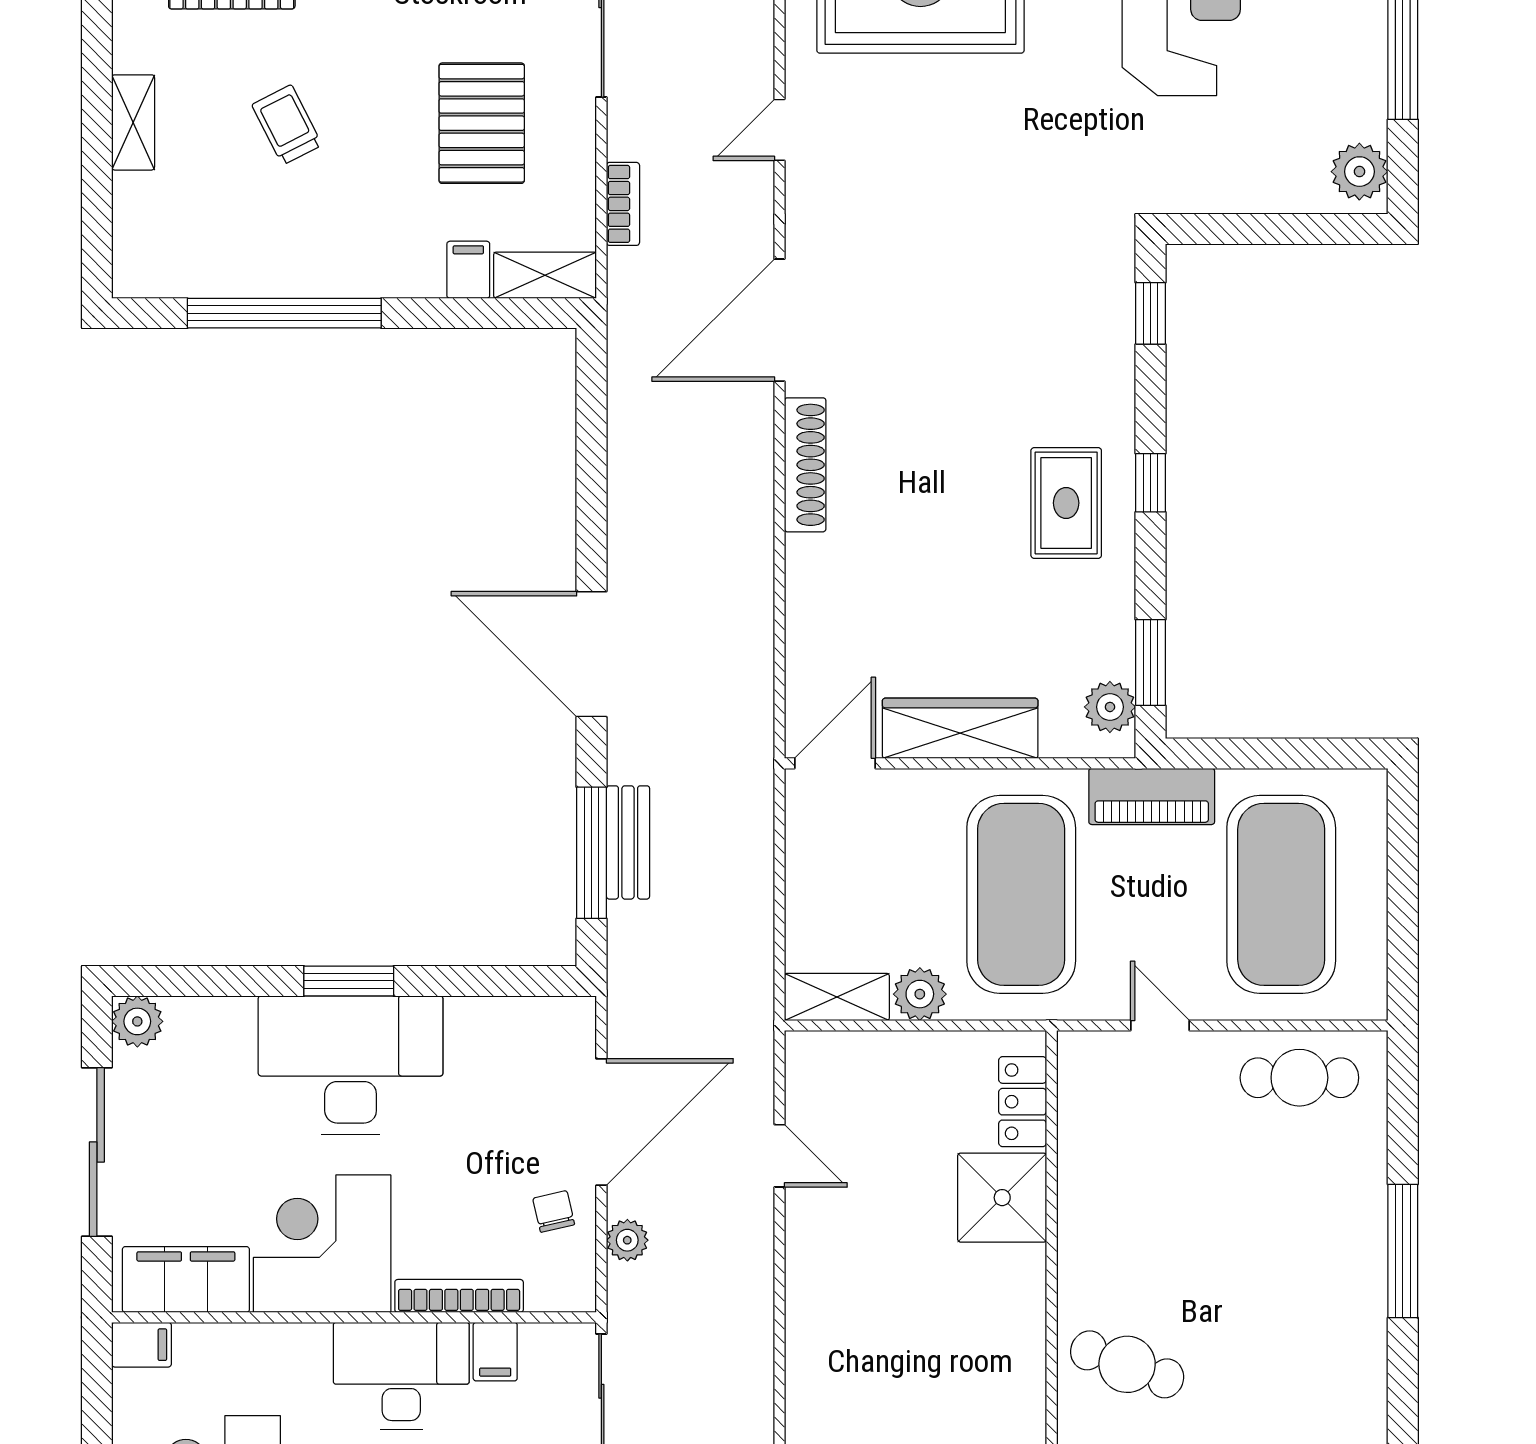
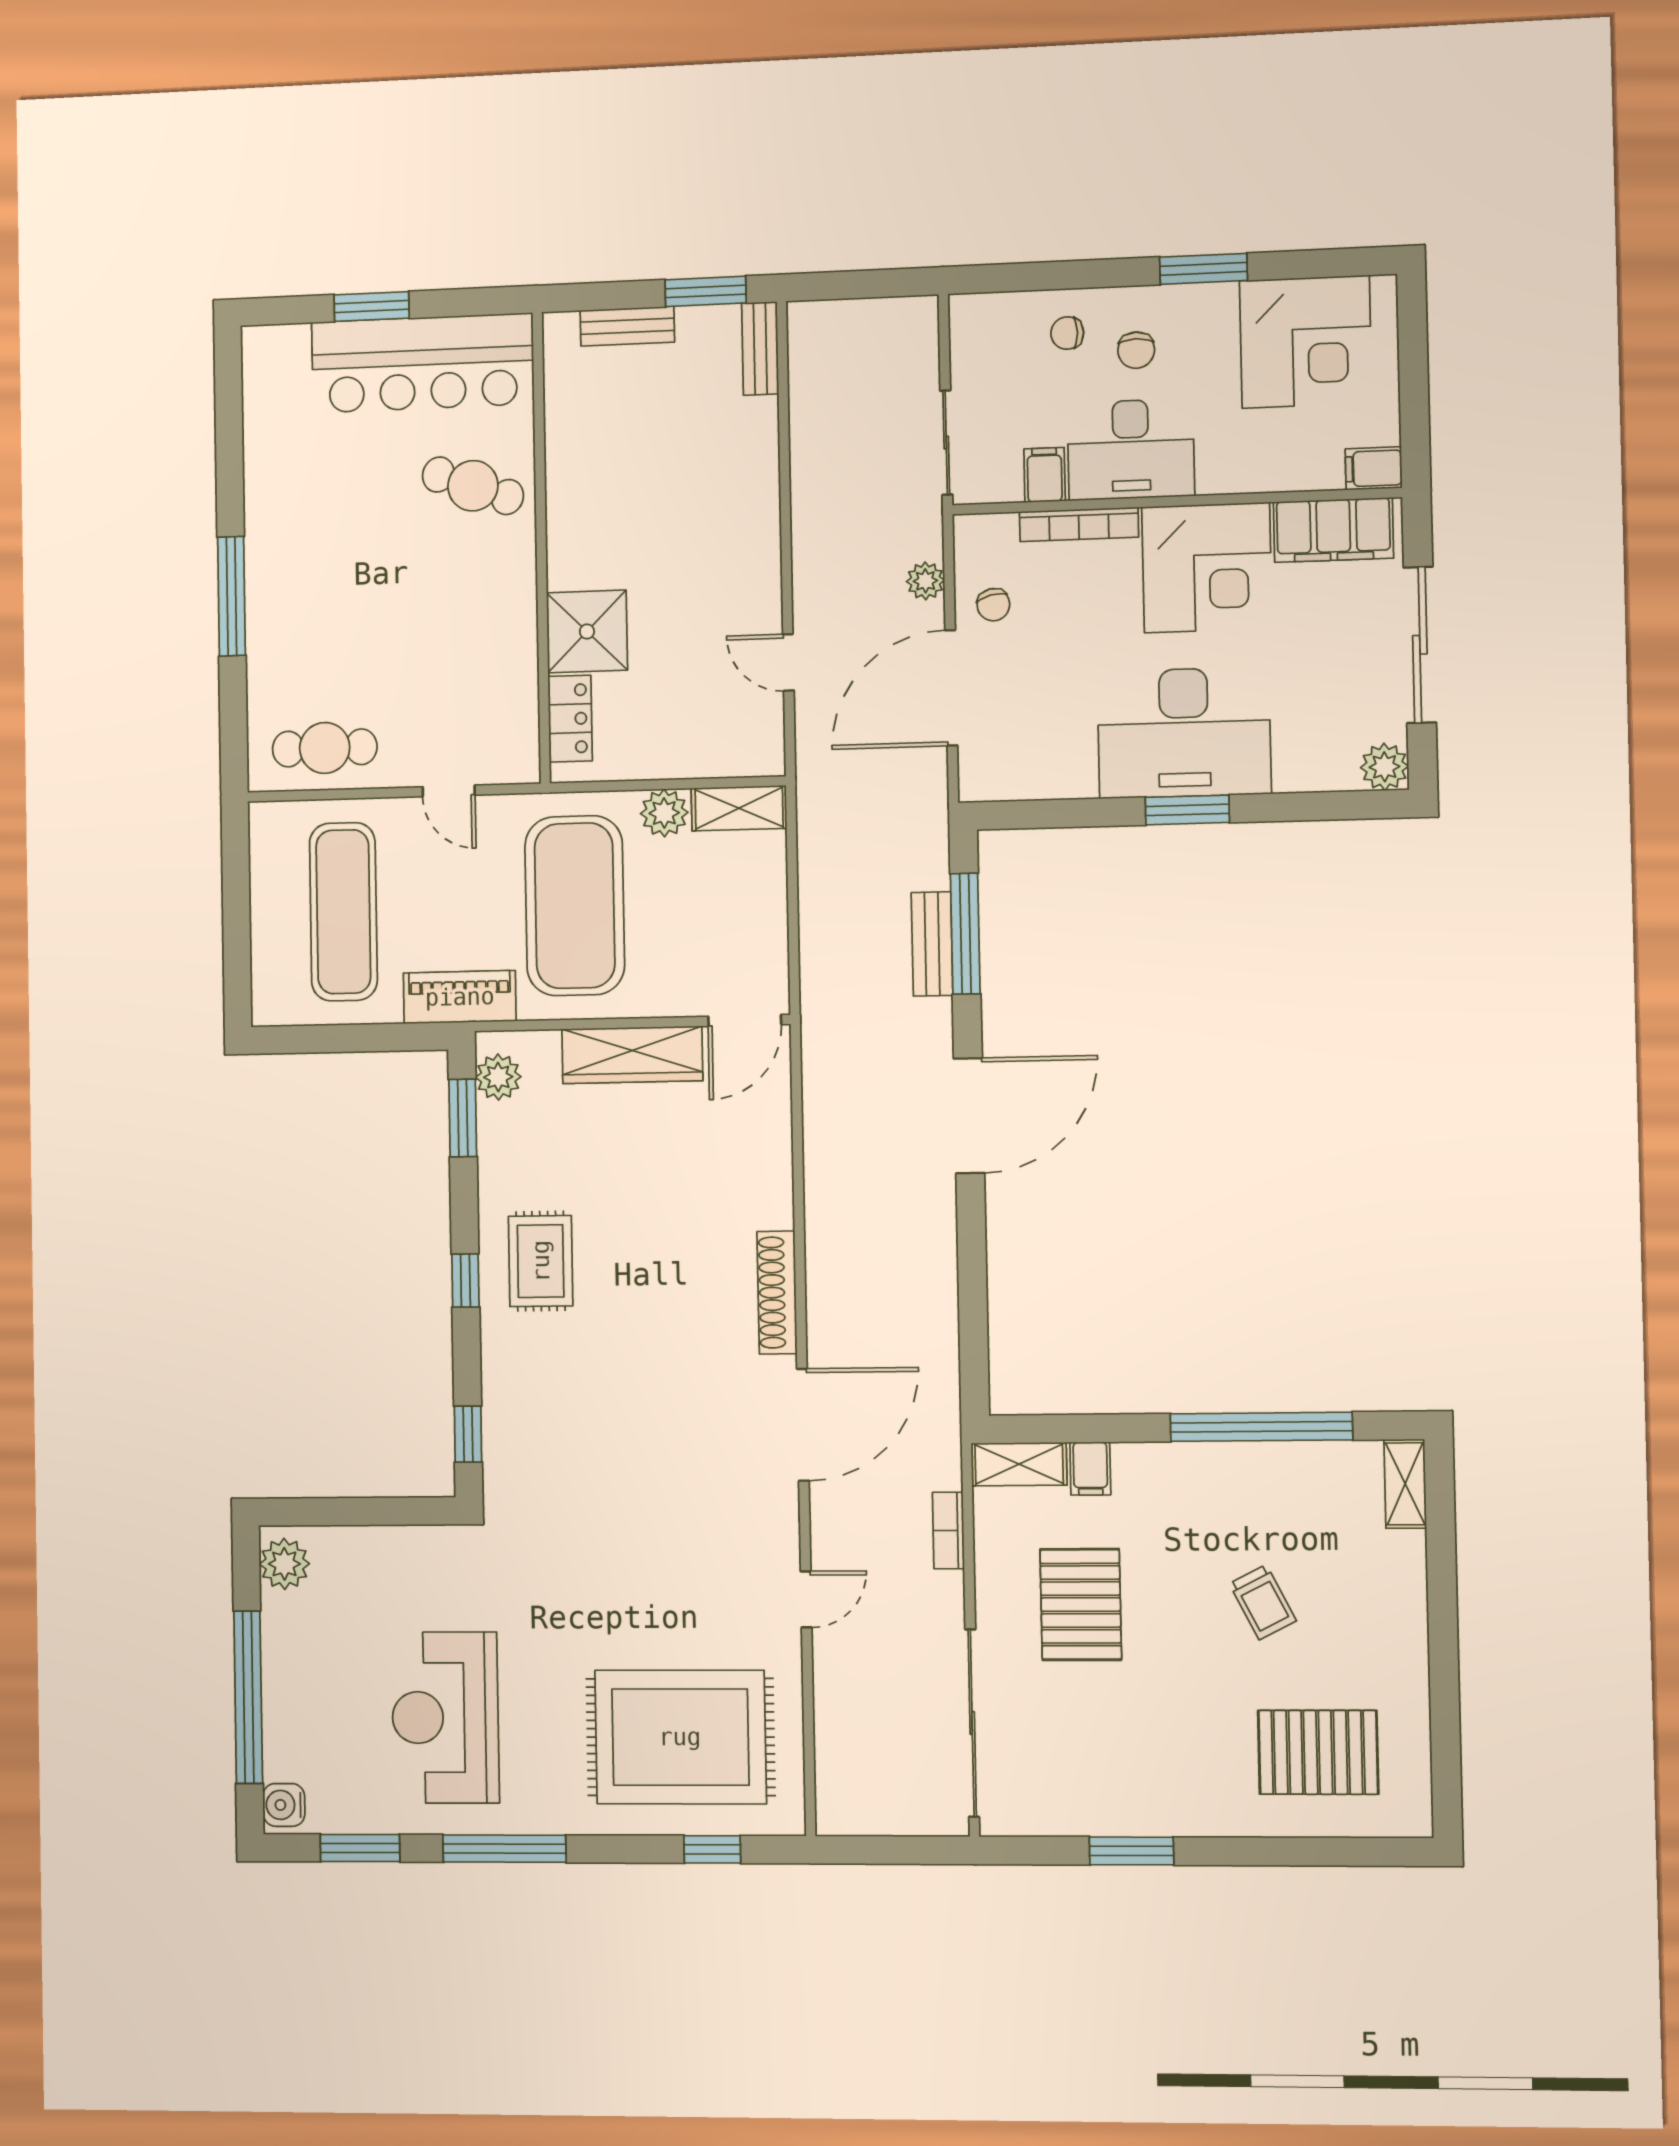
shelving: (133, 122) -> (1405, 1484), moved
door: (592, 654) -> (969, 1116), hinge flipped
exercise mat: (1281, 894) -> (343, 912), width x0.68

